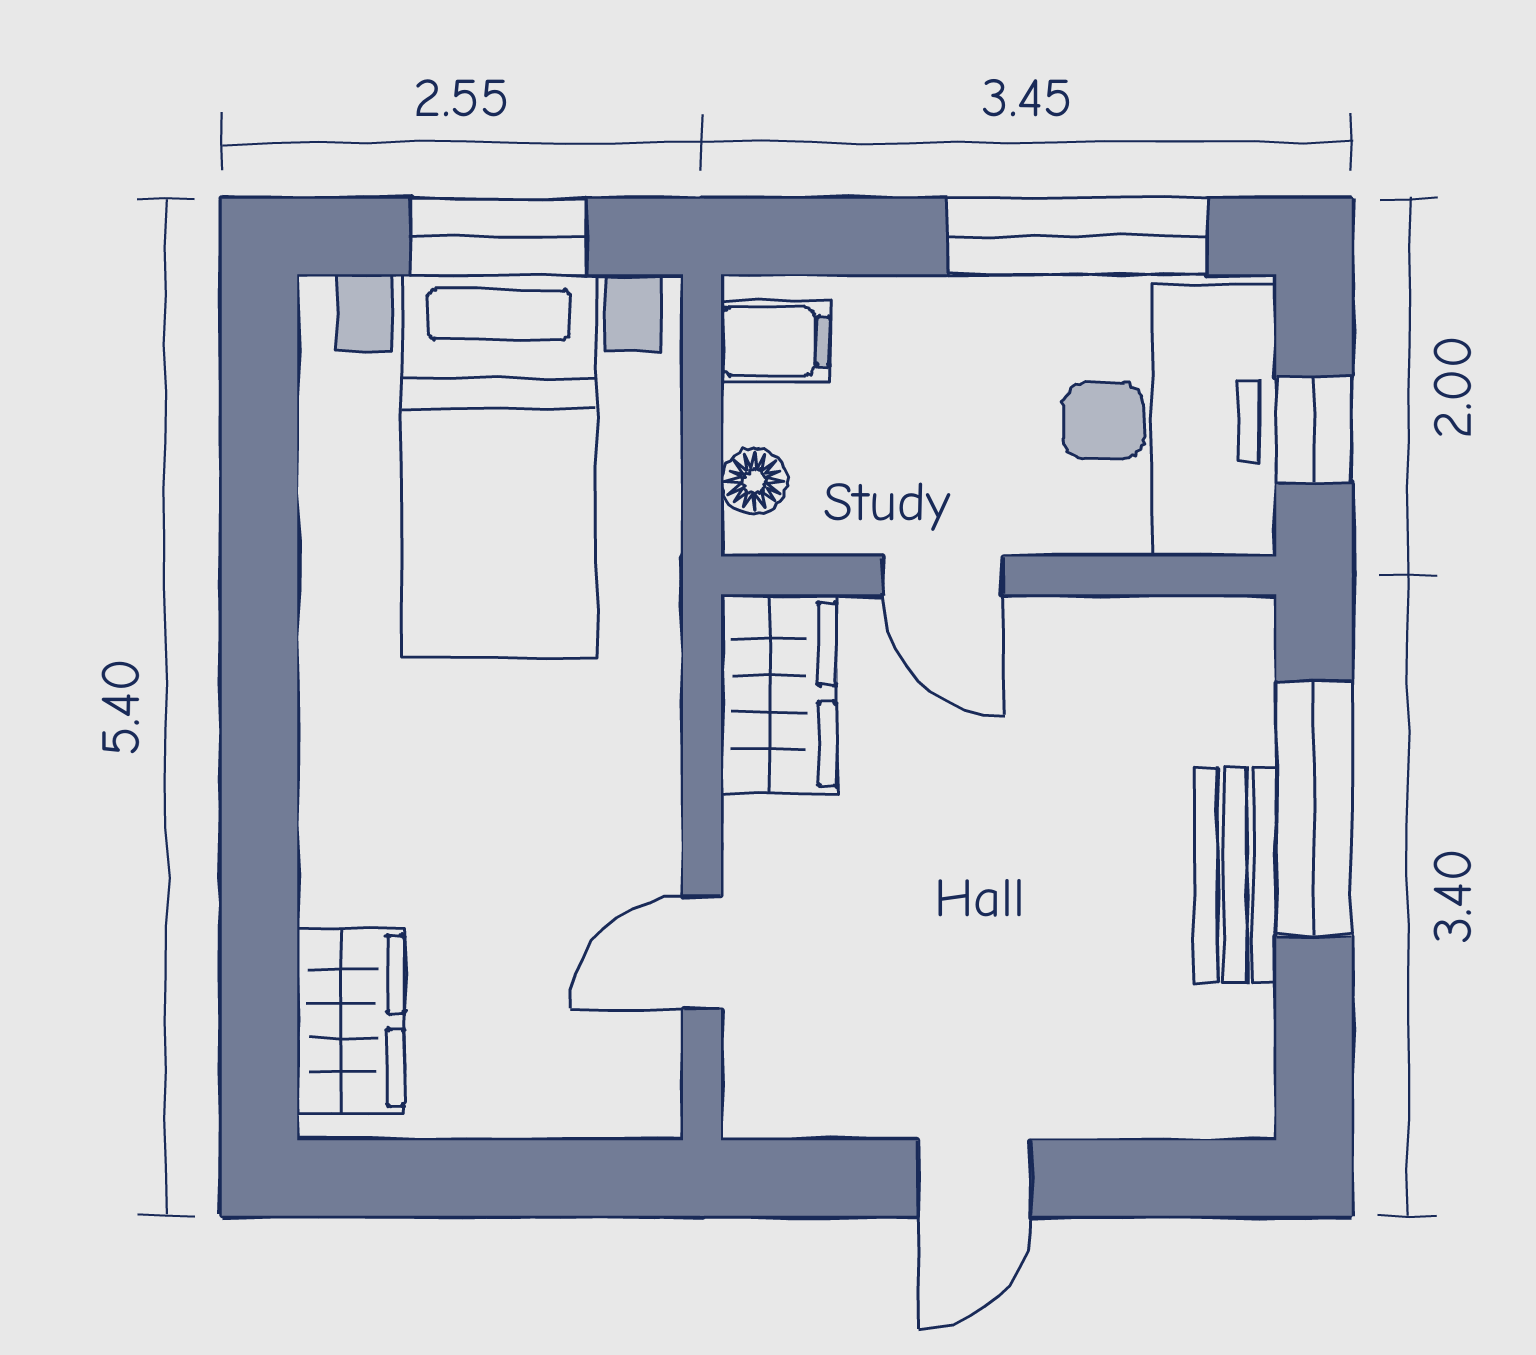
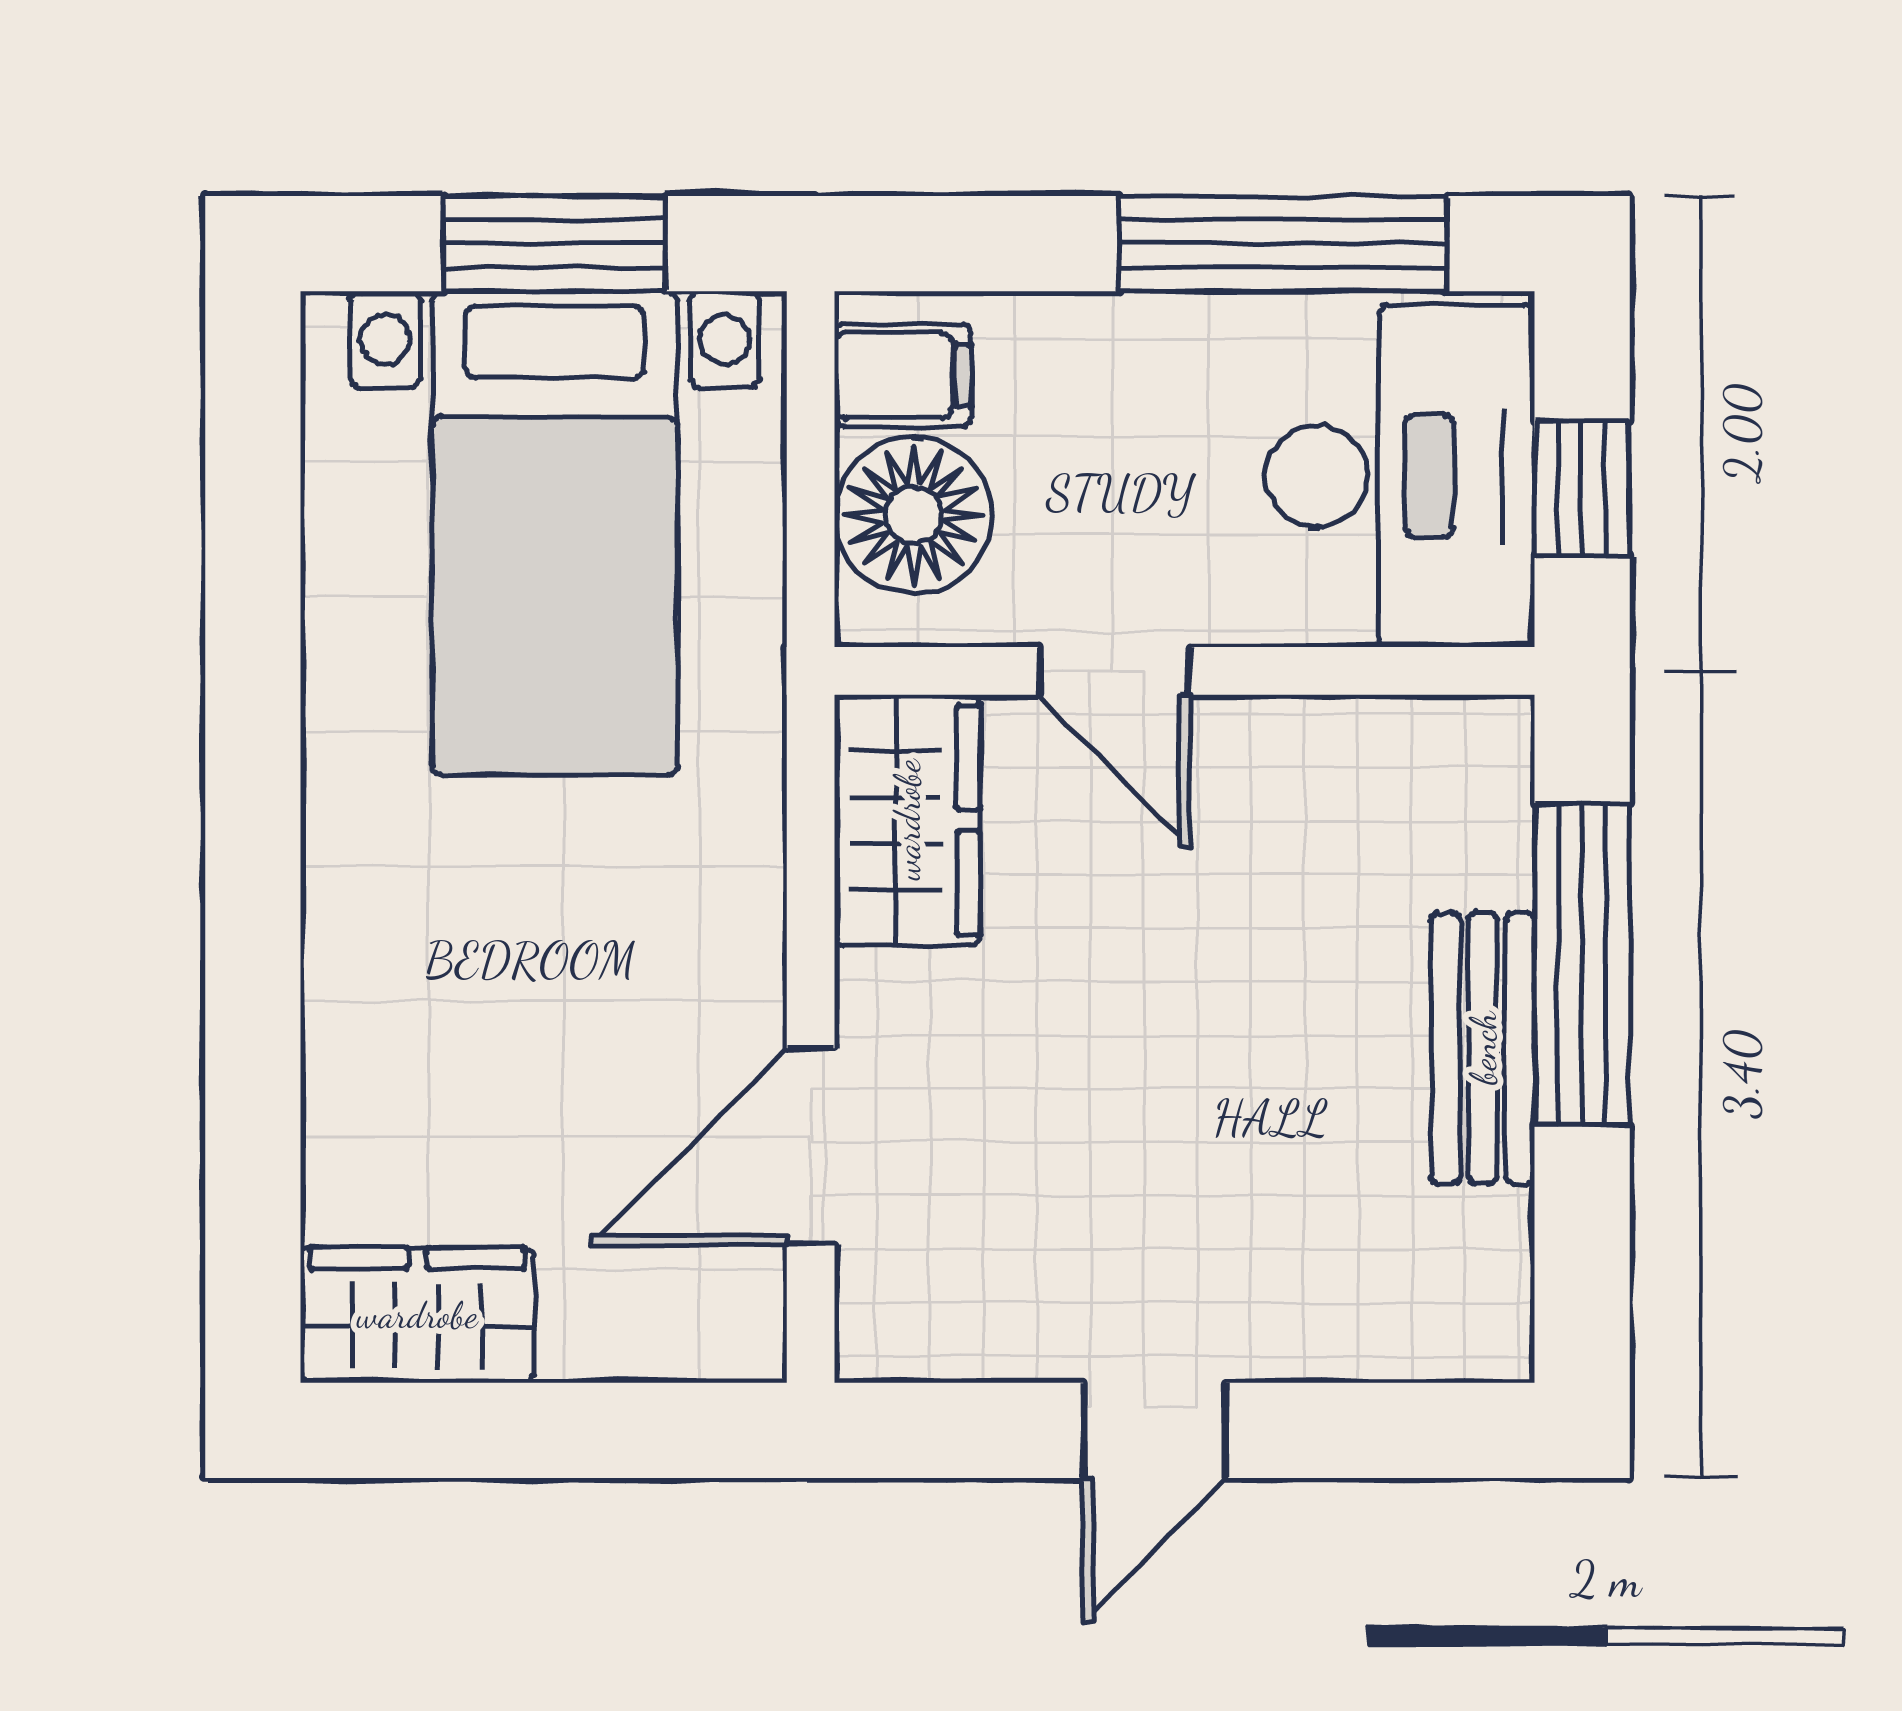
floor lamp: (754, 481) -> (913, 515), width x1.89, depth x1.89
door: (702, 953) -> (811, 1146), width x1.37
wardrobe: (351, 1021) -> (417, 1315), moved, turned -90

